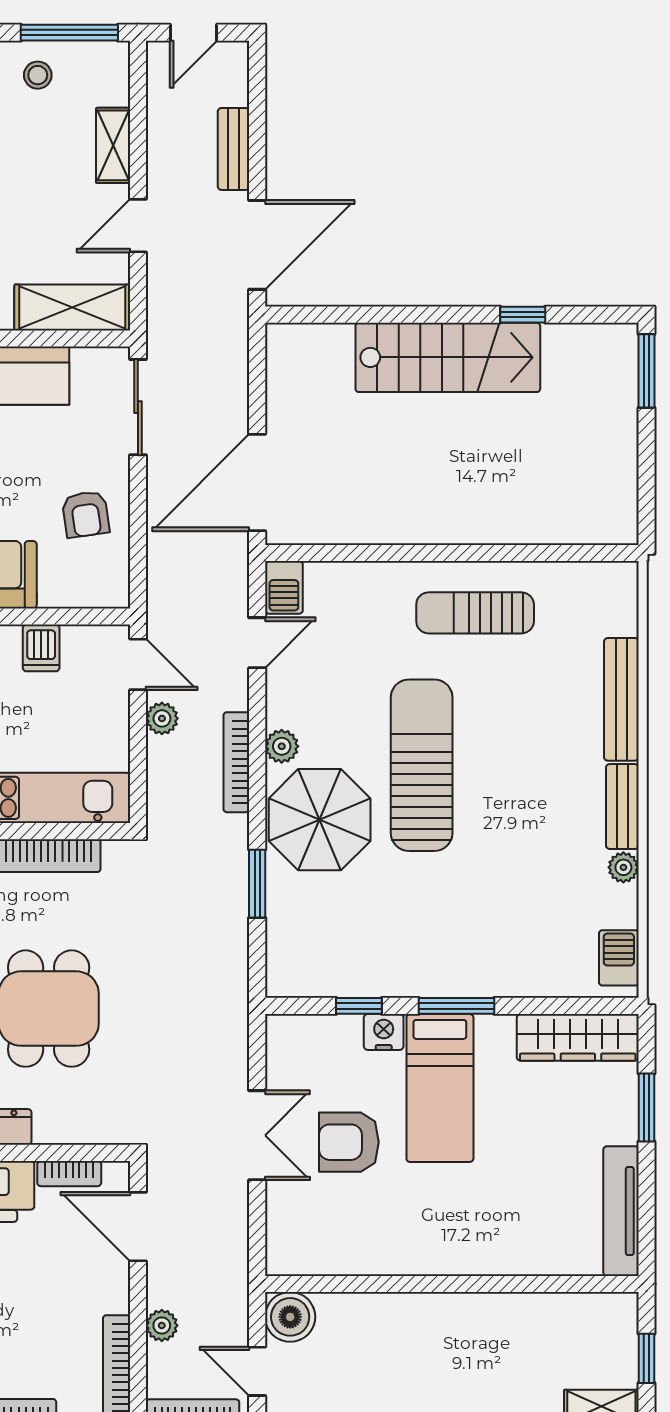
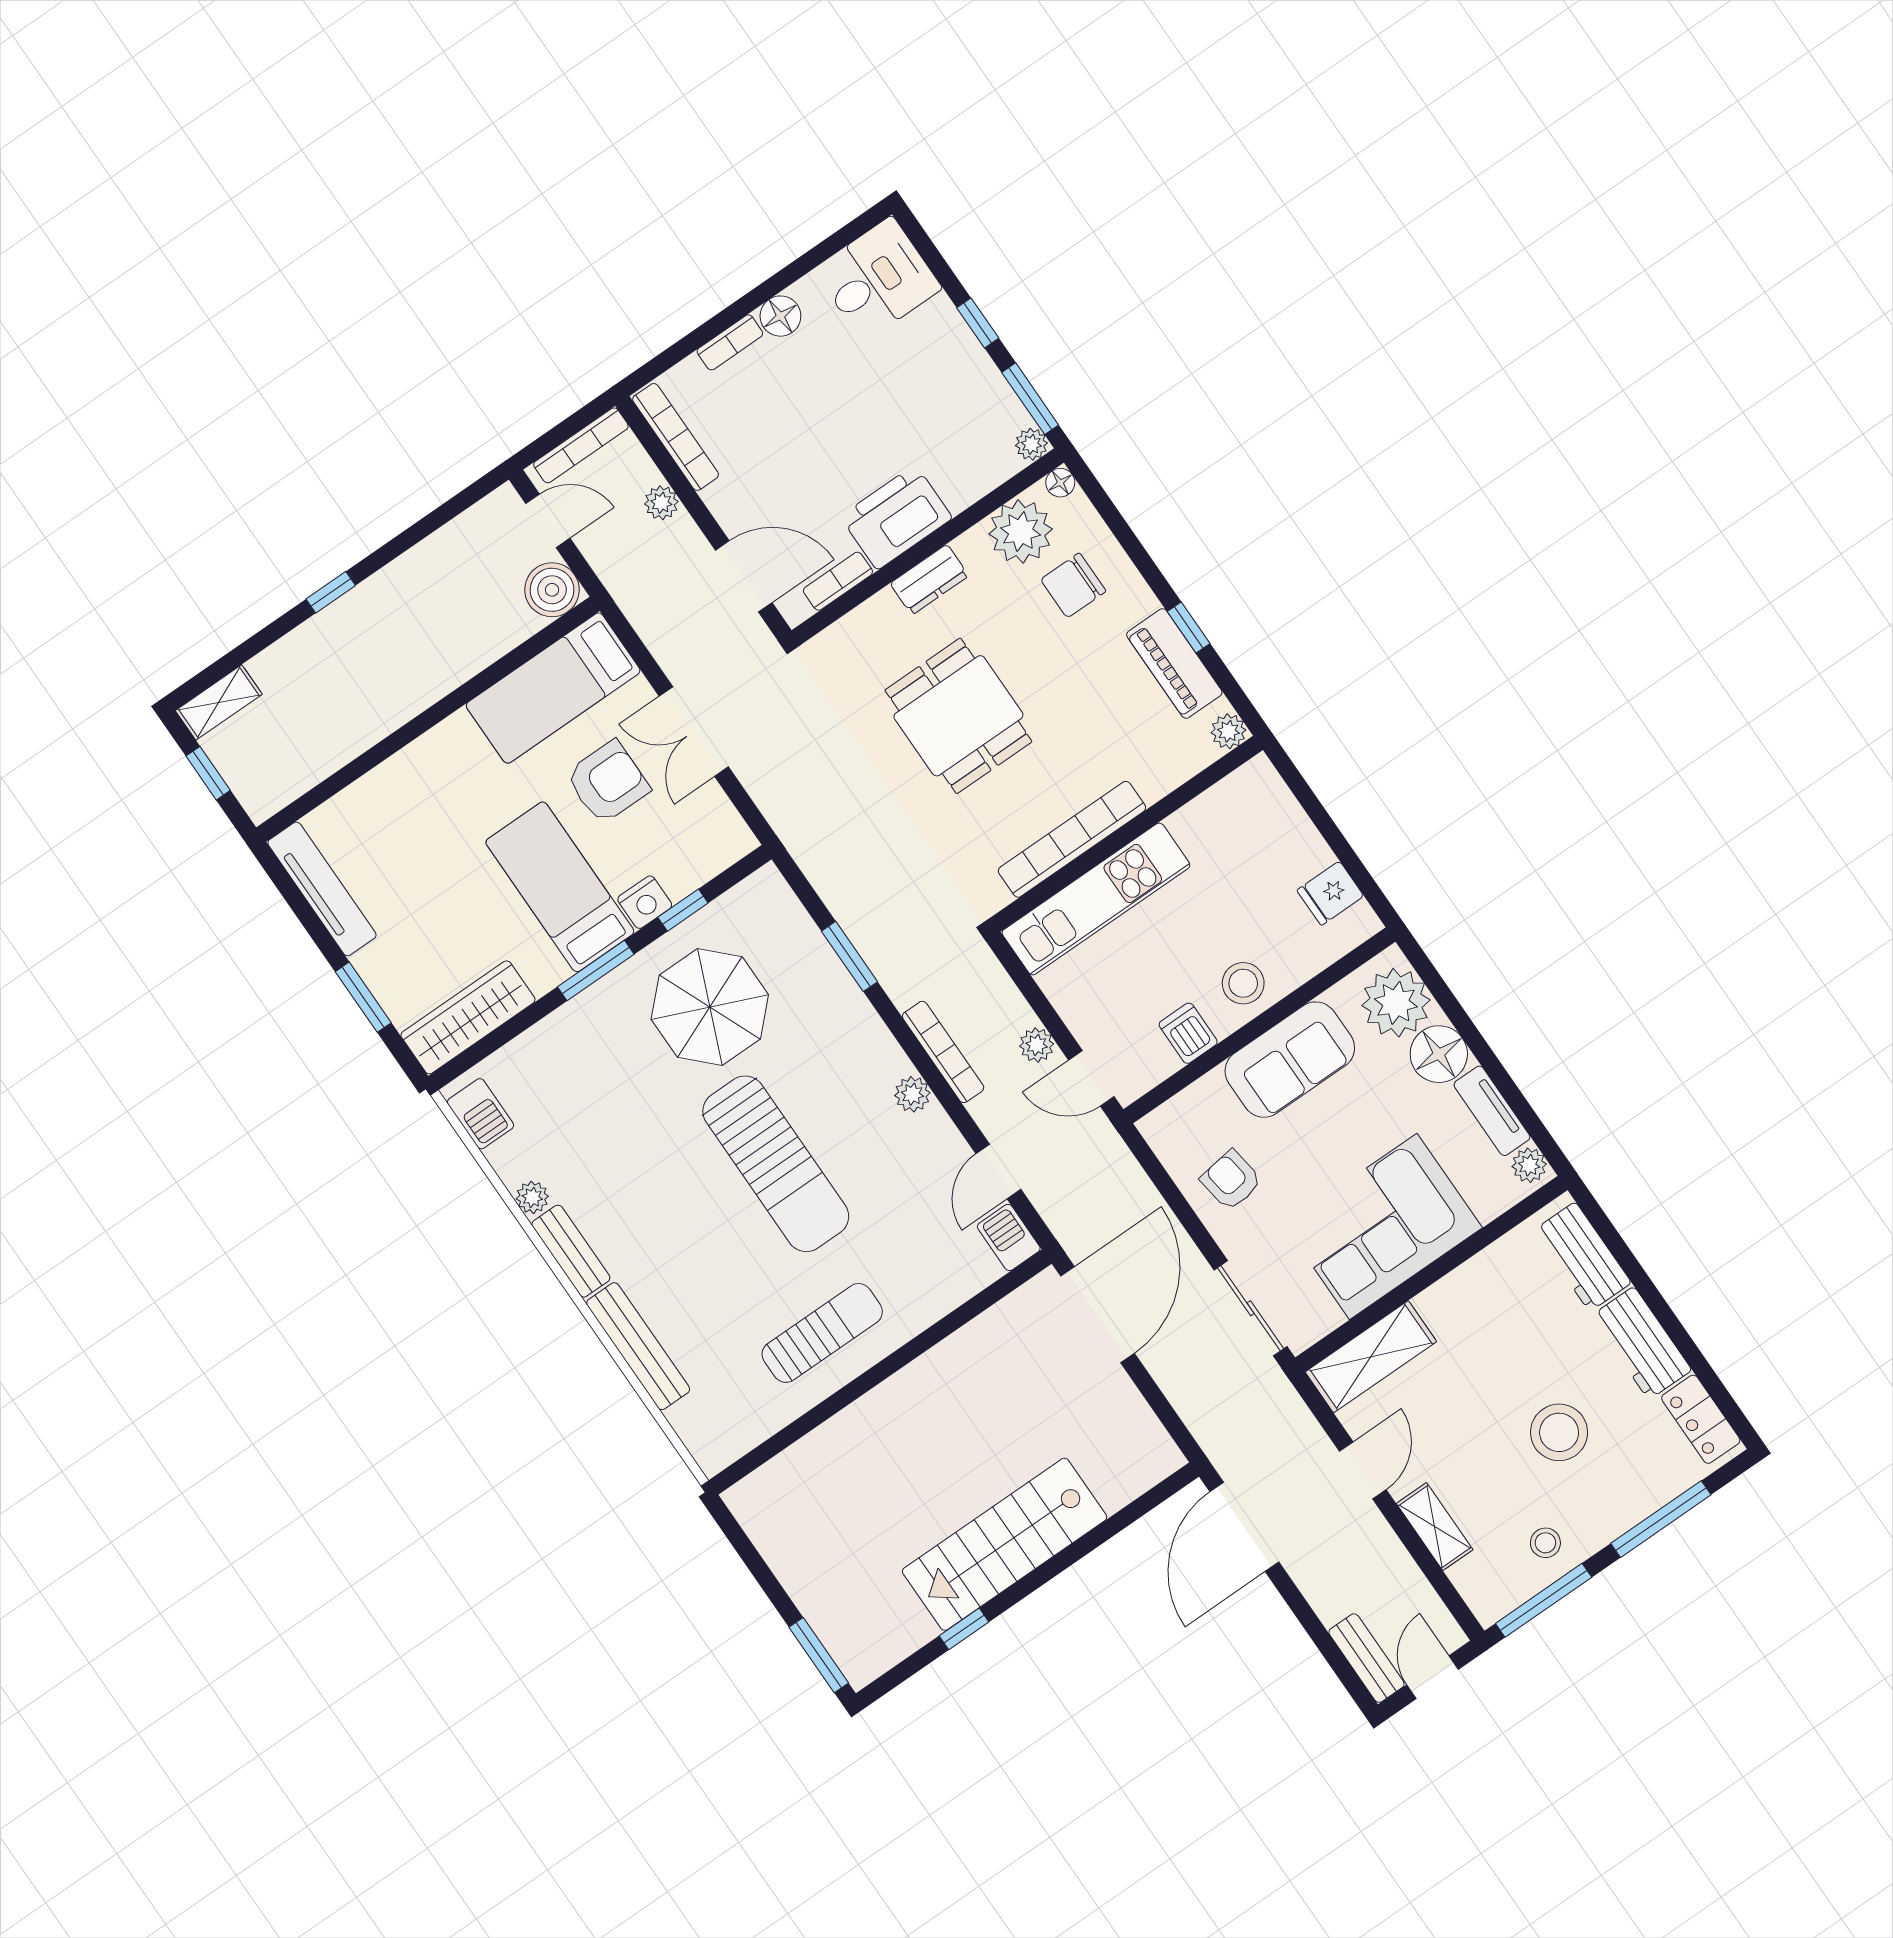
bench: (234, 149) -> (1367, 1658), moved
parasol: (320, 820) -> (710, 1007), moved
bed: (341, 1242) -> (553, 688), added

